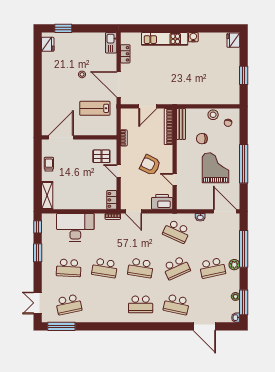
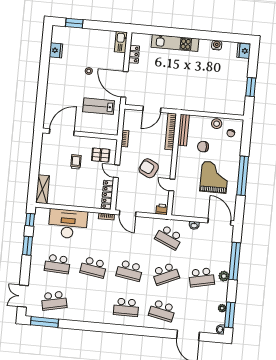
water cooler: (193, 37) -> (217, 45), moved
fridge: (48, 44) -> (56, 50), moved
trolley: (49, 164) -> (76, 162), moved
locker: (112, 200) -> (107, 195), width x1.53
printer: (162, 202) -> (162, 209), width x0.53, depth x0.68

